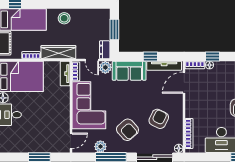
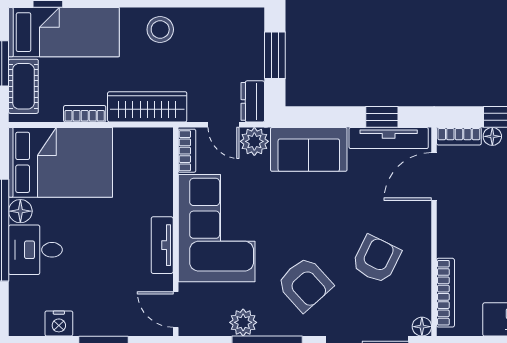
window: (150, 57) -> (382, 117), moved
tv unit: (65, 74) -> (162, 245), moved
door: (71, 141) -> (176, 309), swing flipped
nightstand: (20, 147) -> (59, 323), added

